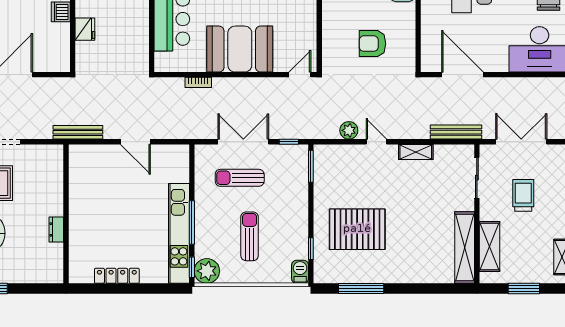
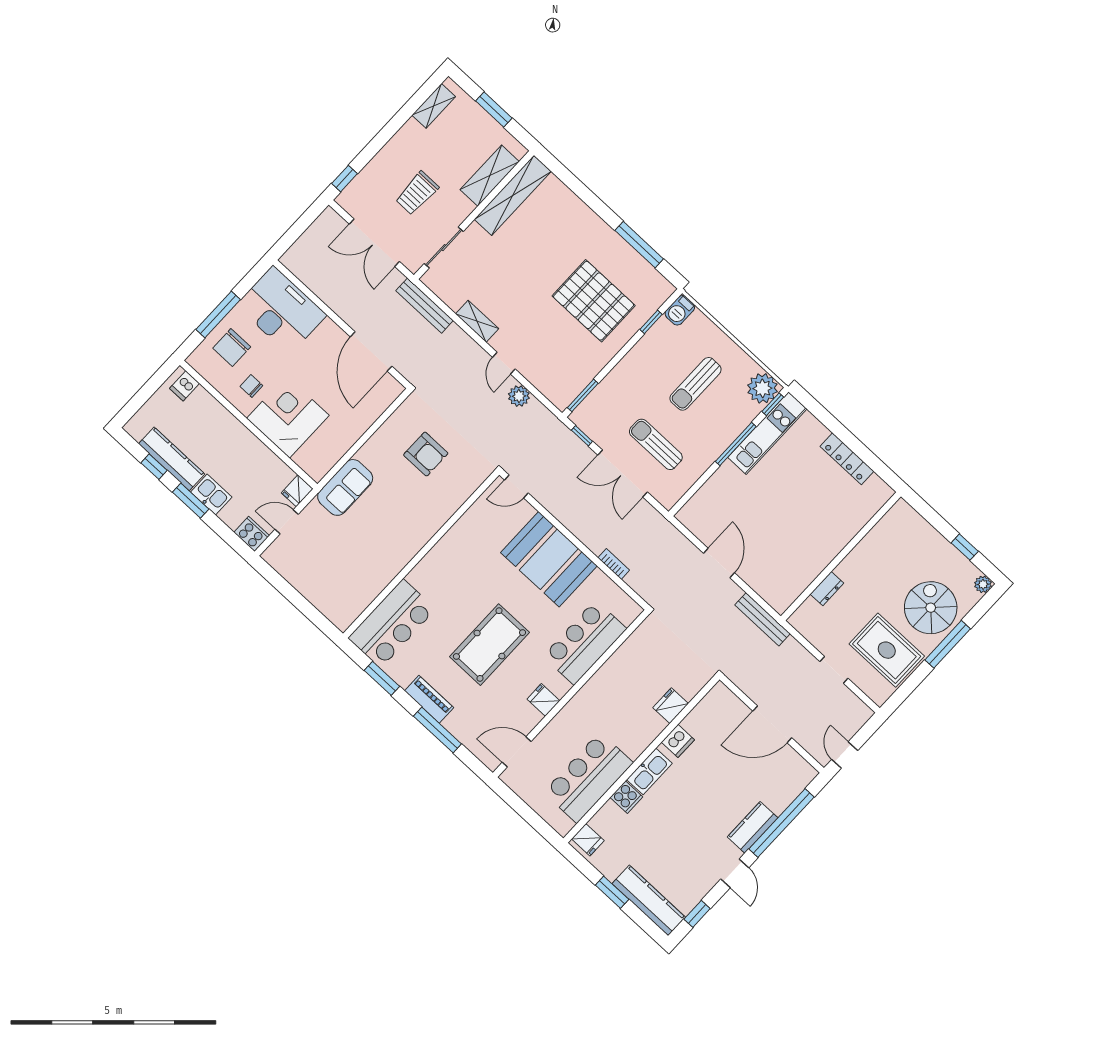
sun lounger: (240, 178) -> (656, 444), turned 180
dresser: (56, 229) -> (827, 589), moved
kitchen unit: (179, 233) -> (767, 433), width x0.73

